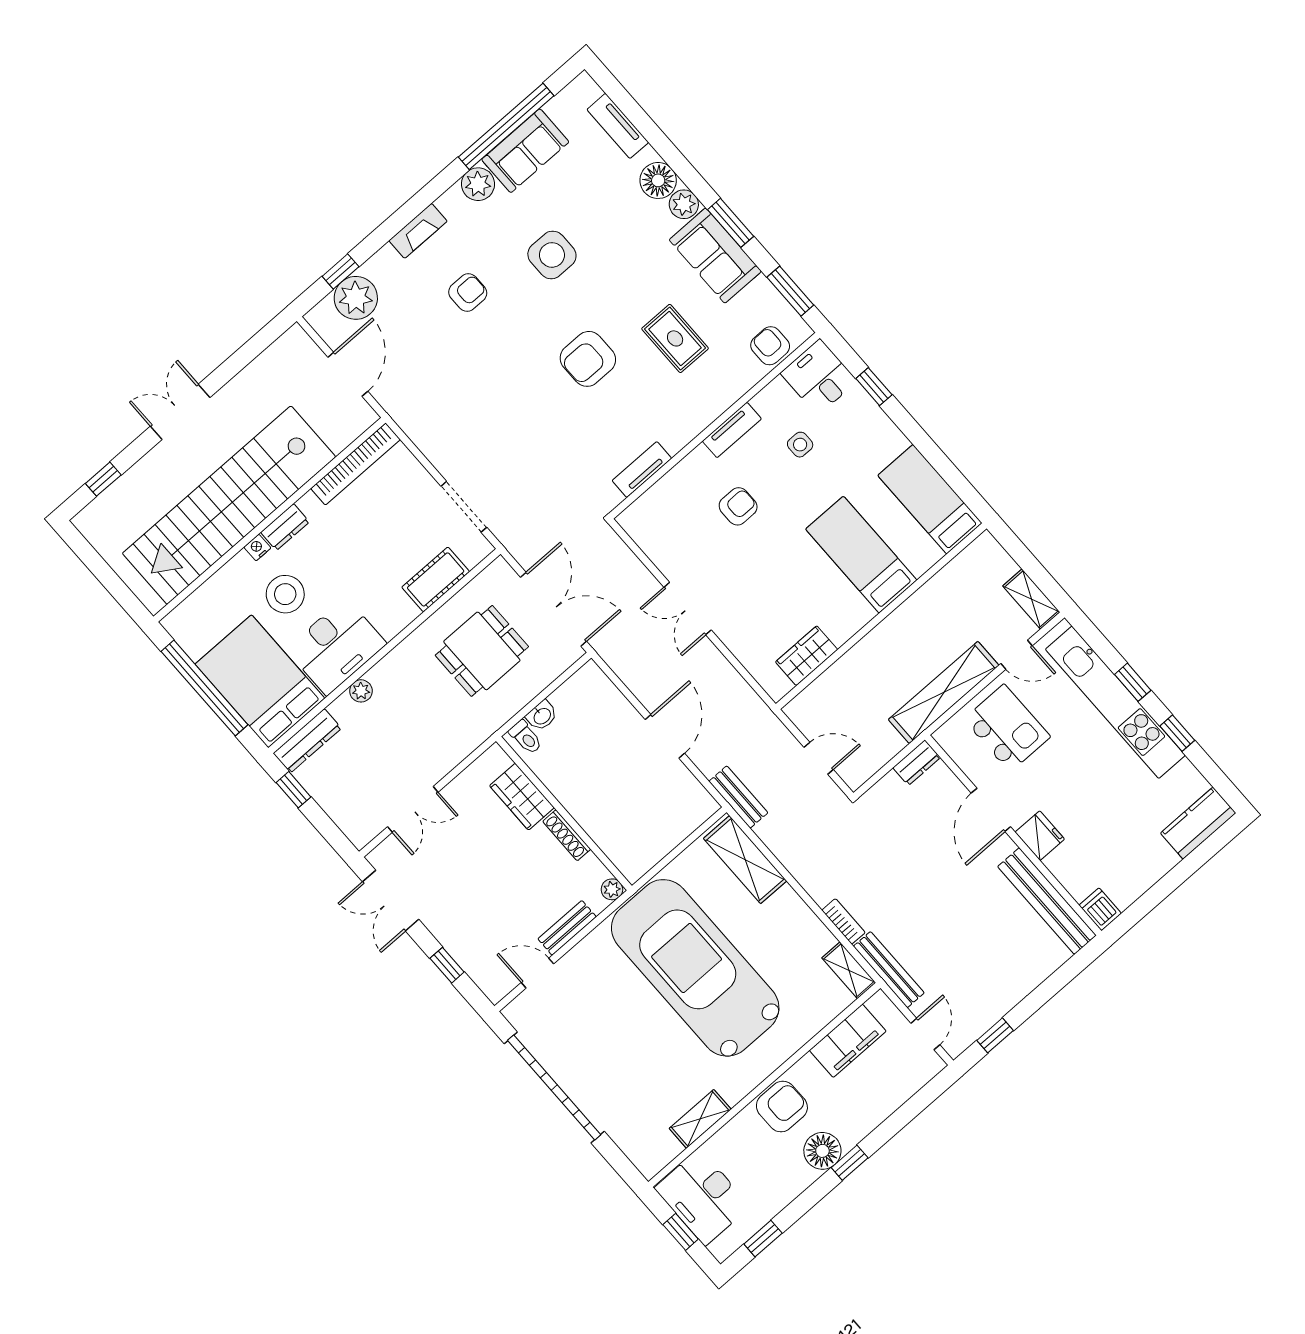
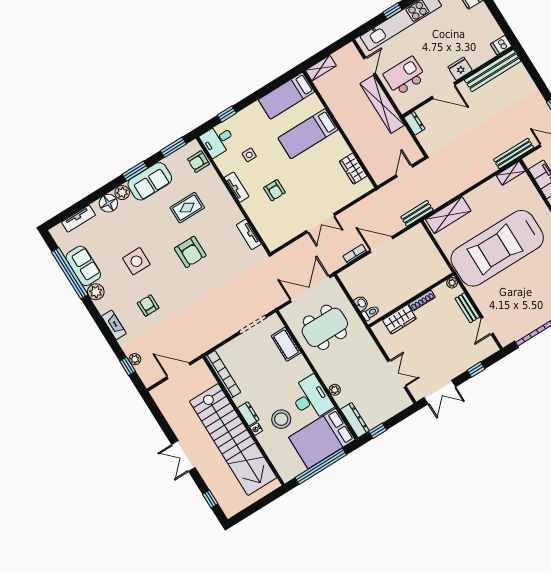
plant: (356, 298) -> (135, 359), width x0.53, depth x0.53
armchair: (738, 506) -> (275, 190), turned 180
shelving: (1031, 599) -> (321, 68), moved
dining table: (482, 651) -> (325, 327), width x1.38
bookcase: (843, 921) -> (355, 254), moved

